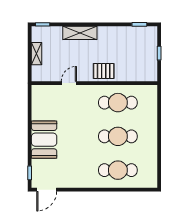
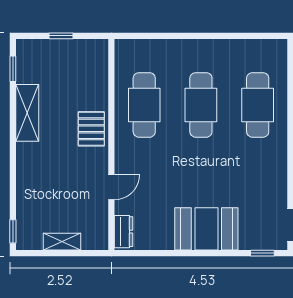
shelving: (80, 33) -> (27, 113), moved
door: (69, 83) -> (111, 187), swing flipped
dresser: (43, 90) -> (124, 232), added

